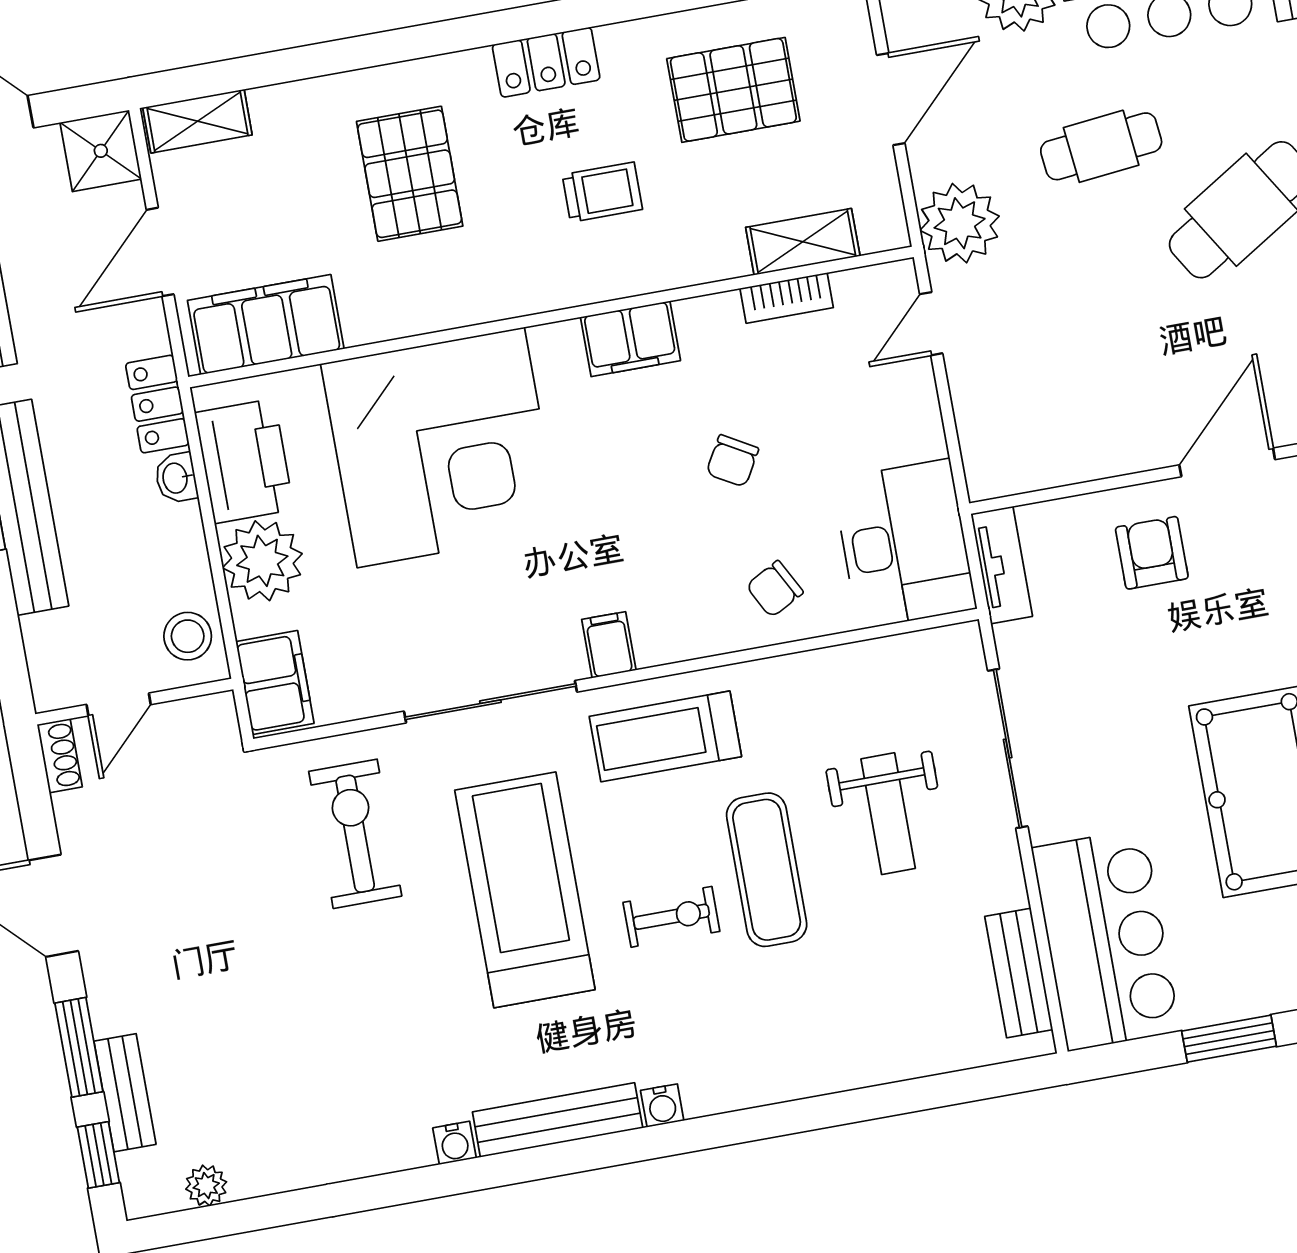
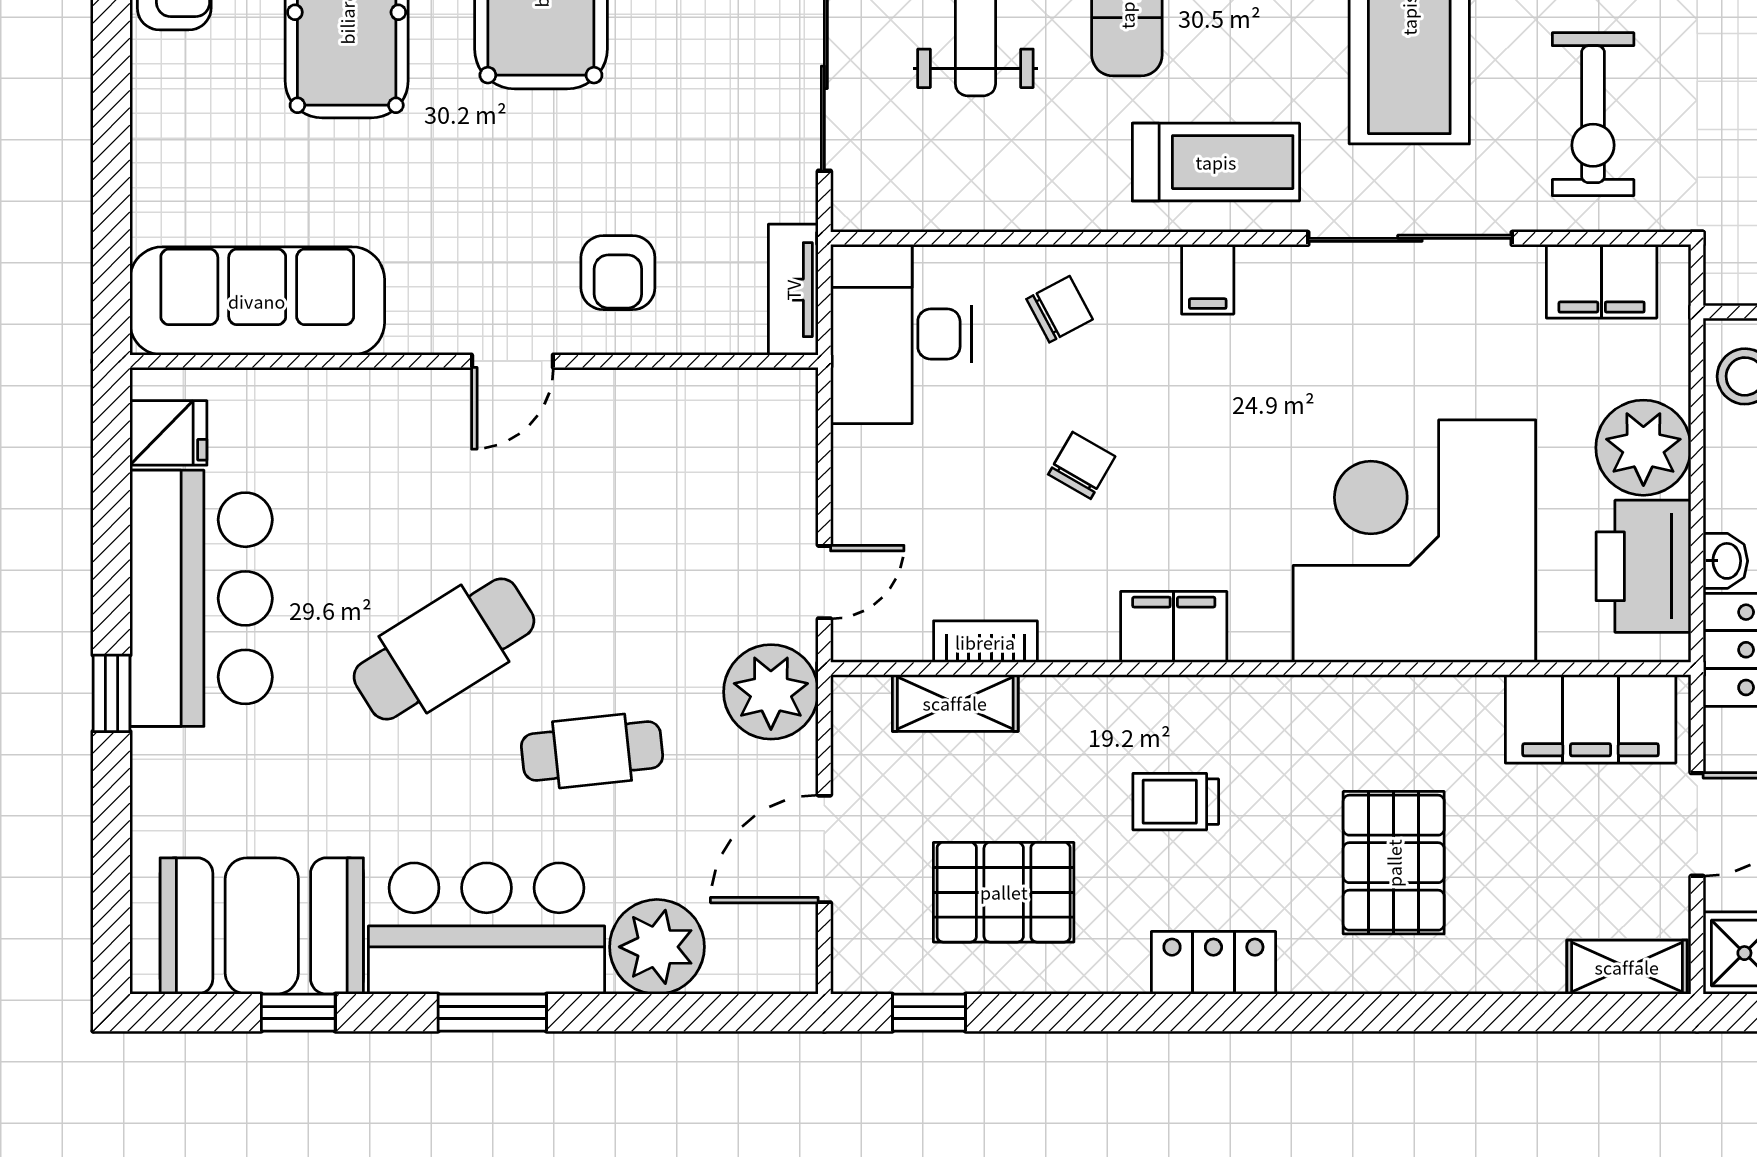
door: (1227, 462) -> (512, 361), width x0.73
filing cabinet: (609, 645) -> (1208, 279), moved
filing cabinet: (275, 683) -> (1602, 281), moved, turned -90

